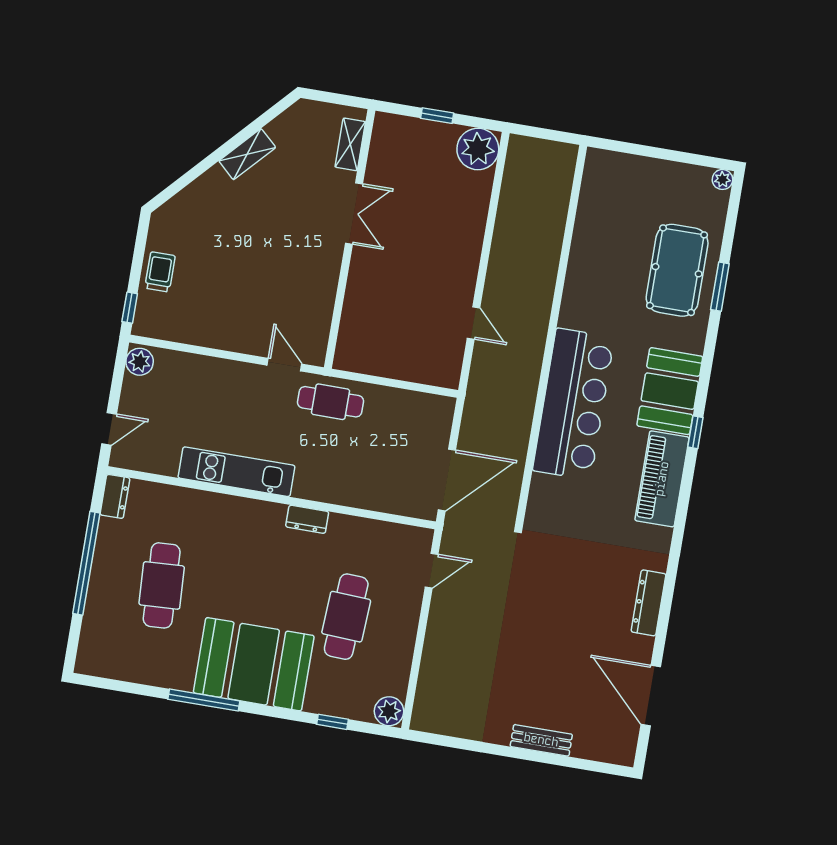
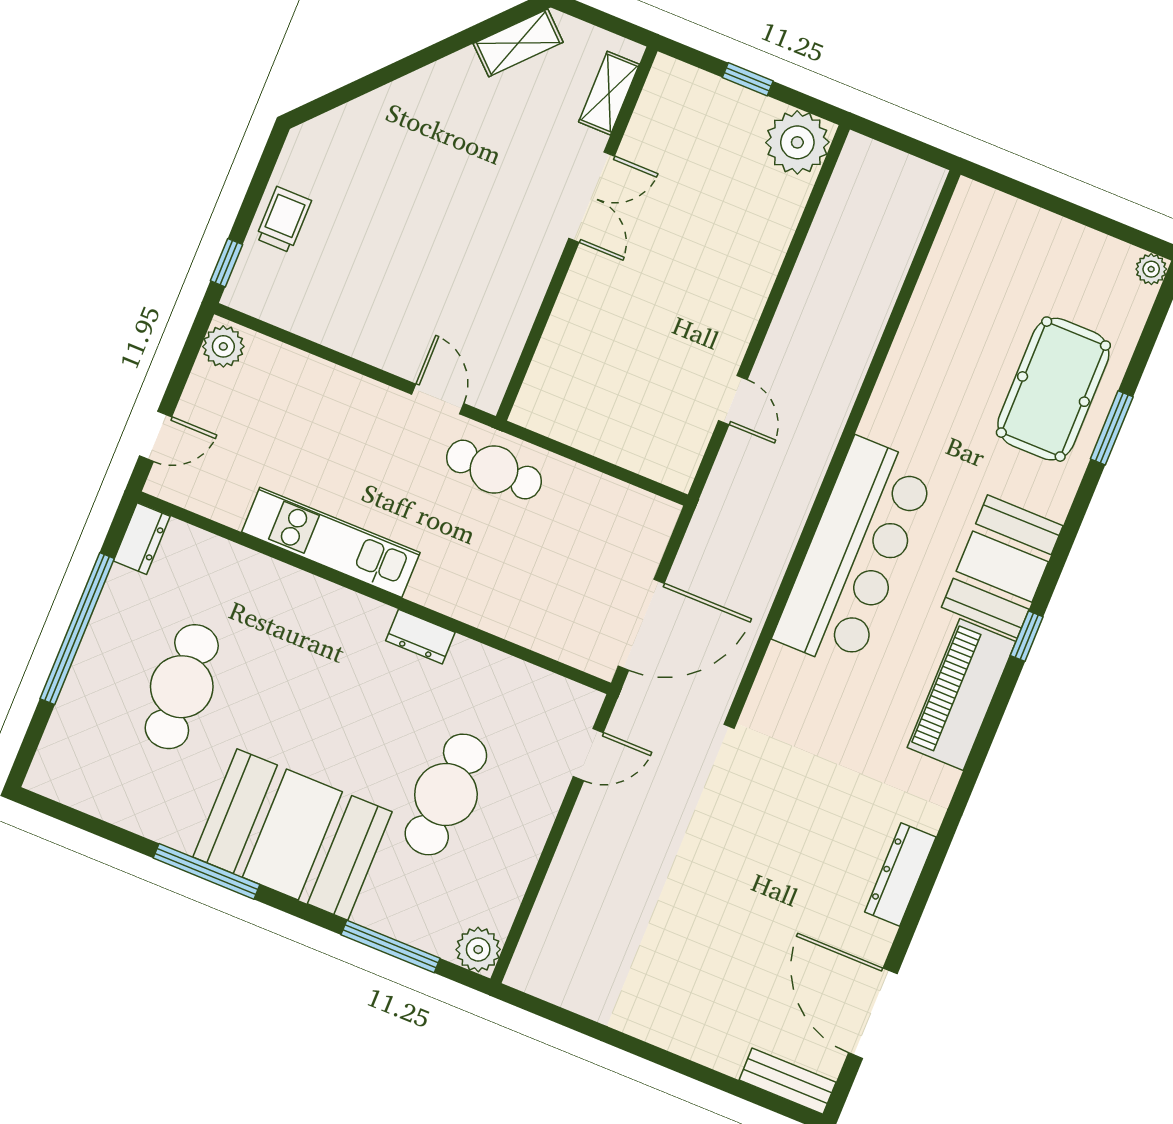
shelving: (247, 154) -> (518, 43), moved
window: (332, 722) -> (391, 946), width x2.17
bench: (541, 740) -> (788, 1081), moved

